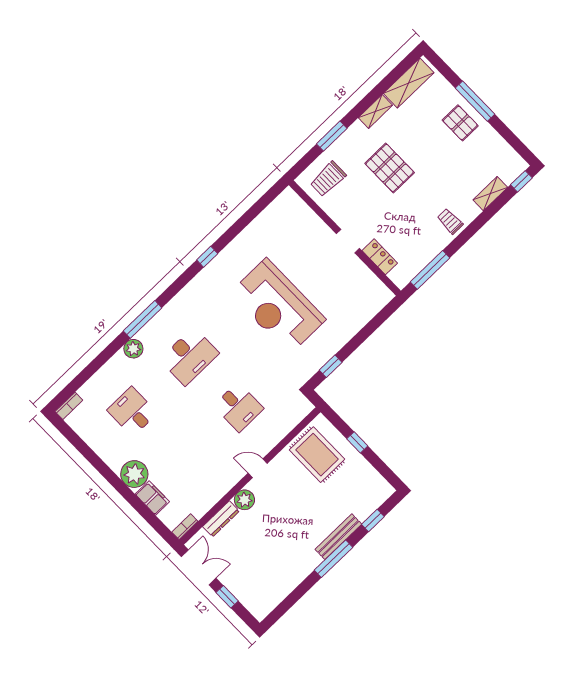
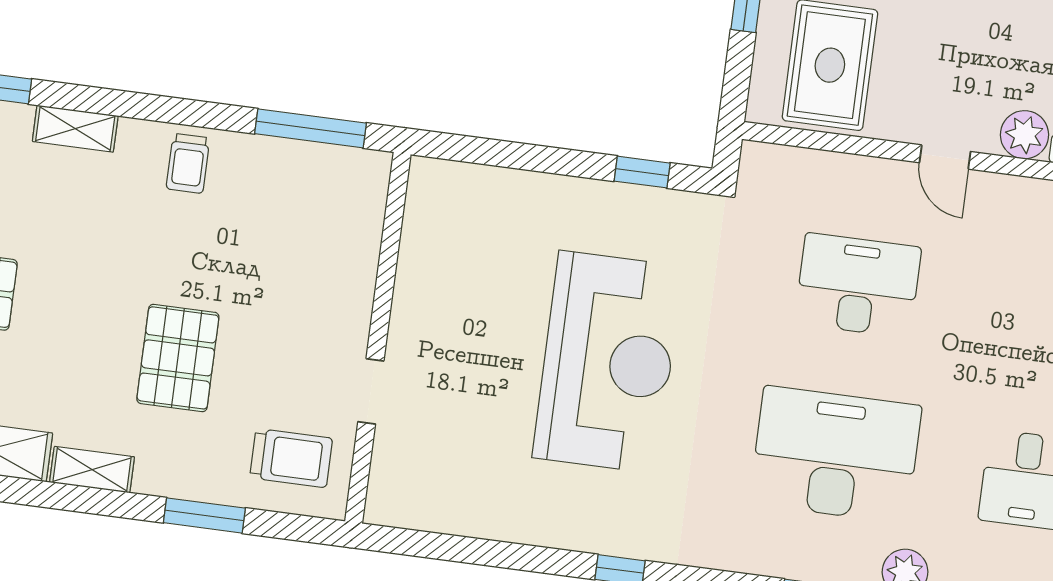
doorway: (348, 241) -> (371, 391), moved
locker: (380, 257) -> (361, 243), removed
desk: (189, 356) -> (836, 455), width x1.36, depth x1.30
desk: (238, 407) -> (858, 285), width x1.37

